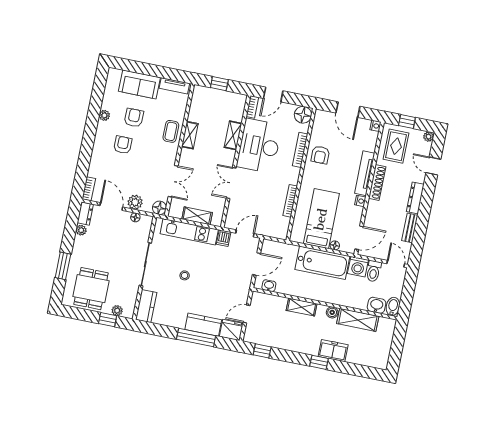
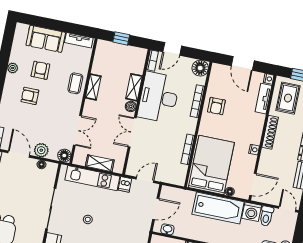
armchair: (123, 145) -> (30, 96), turned -90
boiler: (230, 156) -> (131, 106), added
tv unit: (365, 173) -> (263, 99), moved, width x0.71
bed: (321, 219) -> (211, 165), width x1.50

